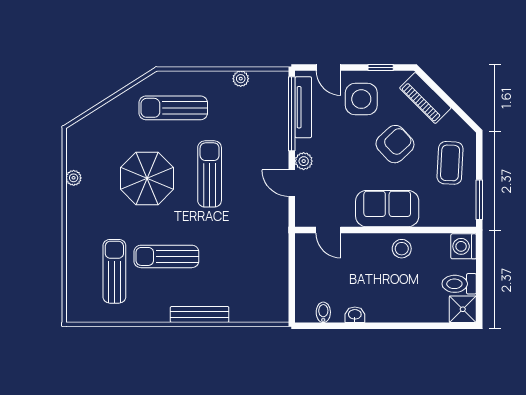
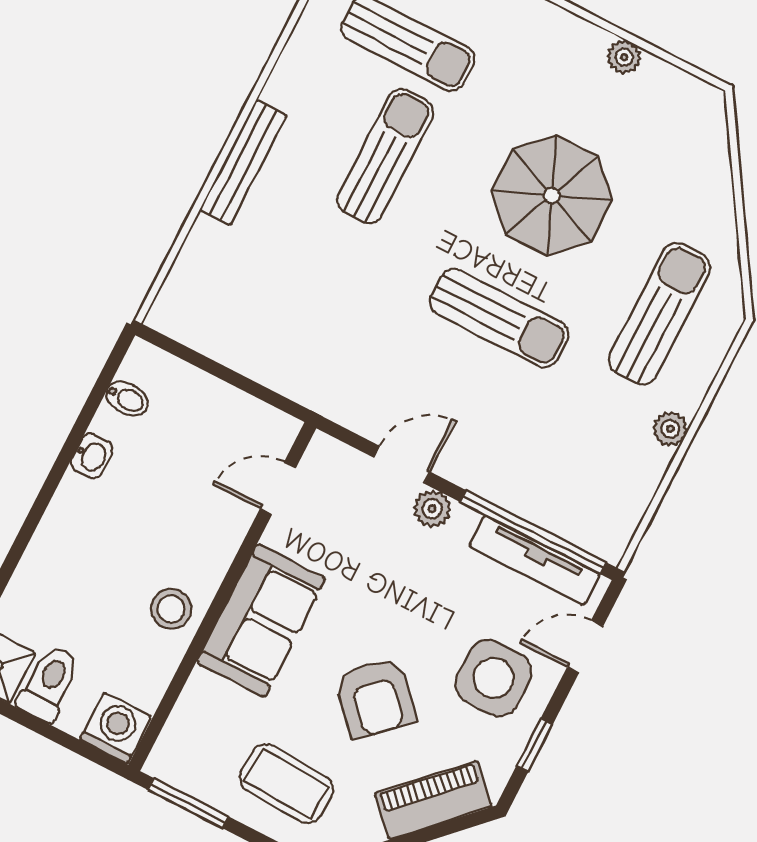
plant: (241, 79) -> (670, 429), moved

